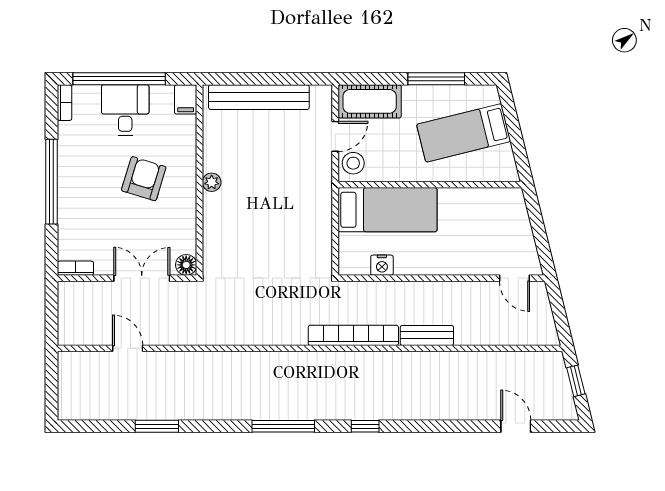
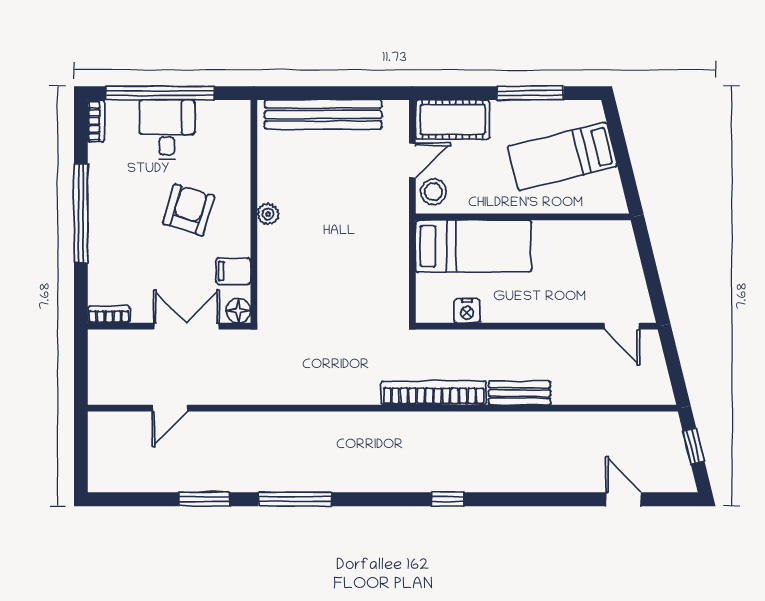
filing cabinet: (186, 99) -> (233, 271), moved, turned 90
door: (128, 348) -> (170, 408), swing flipped
window: (283, 426) -> (295, 499), moved

